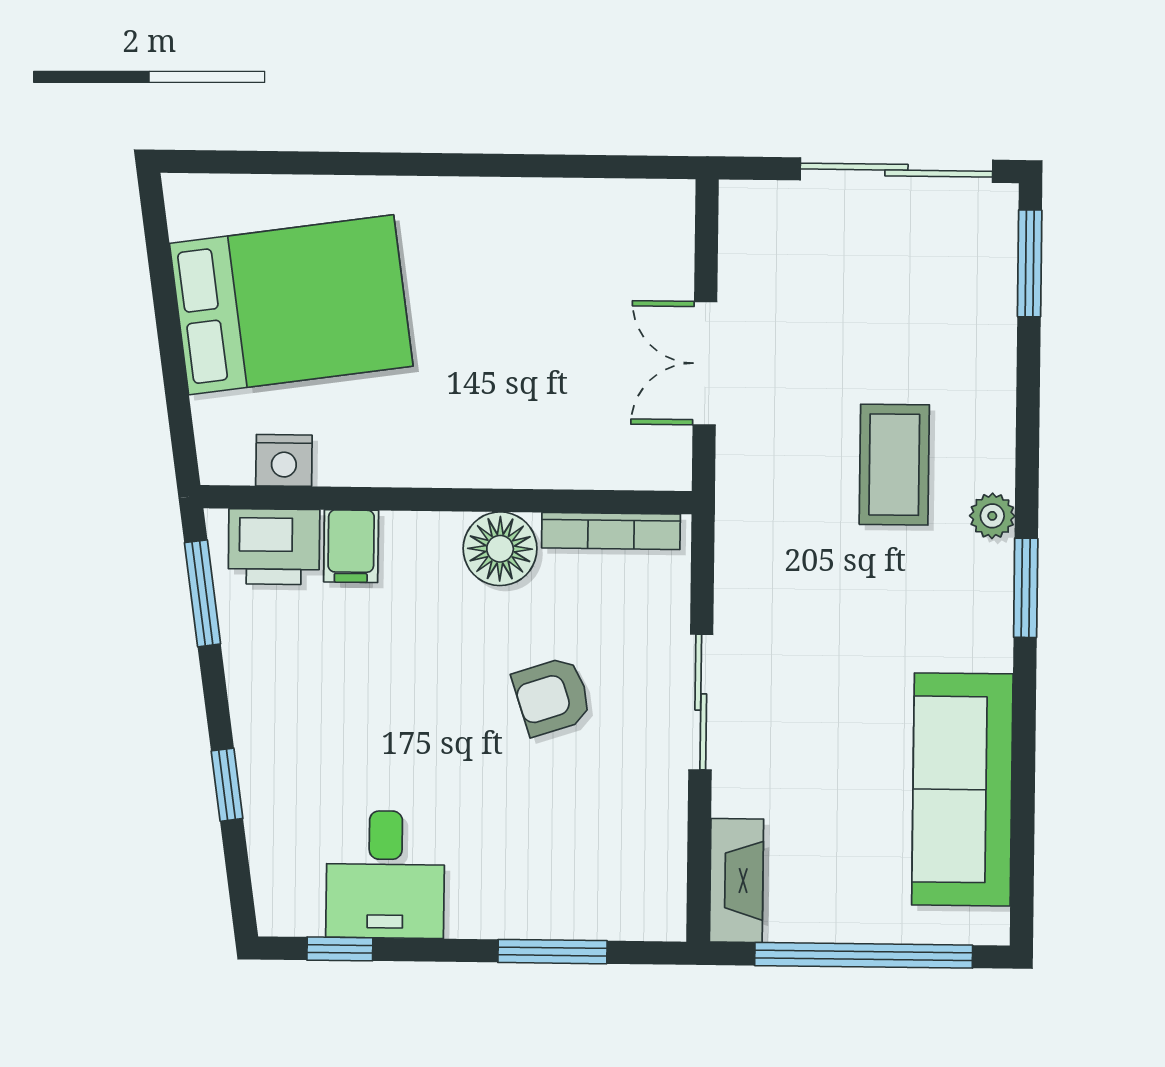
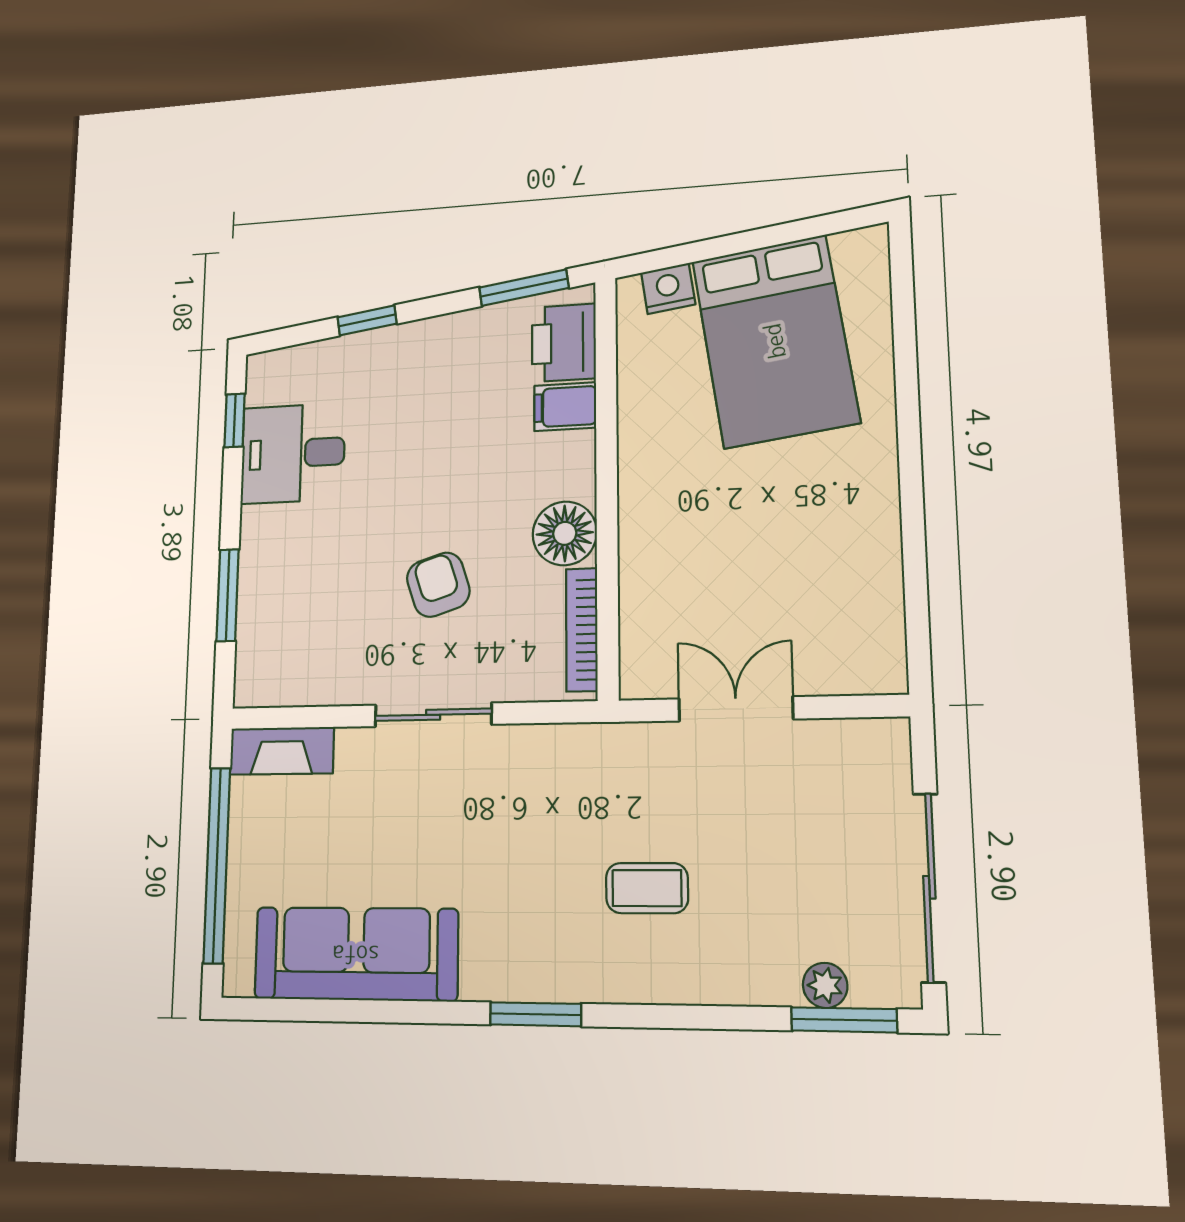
nightstand: (284, 460) -> (668, 289), moved, turned 82
coffee table: (894, 465) -> (647, 888), width x0.73, depth x0.77
plant: (992, 516) -> (825, 985), moved

